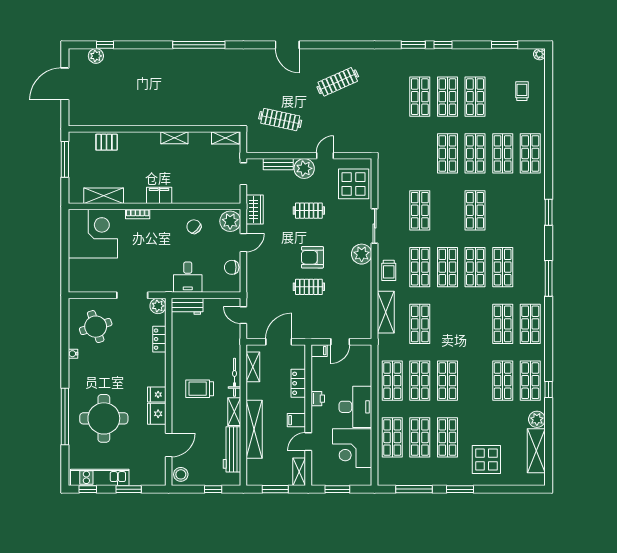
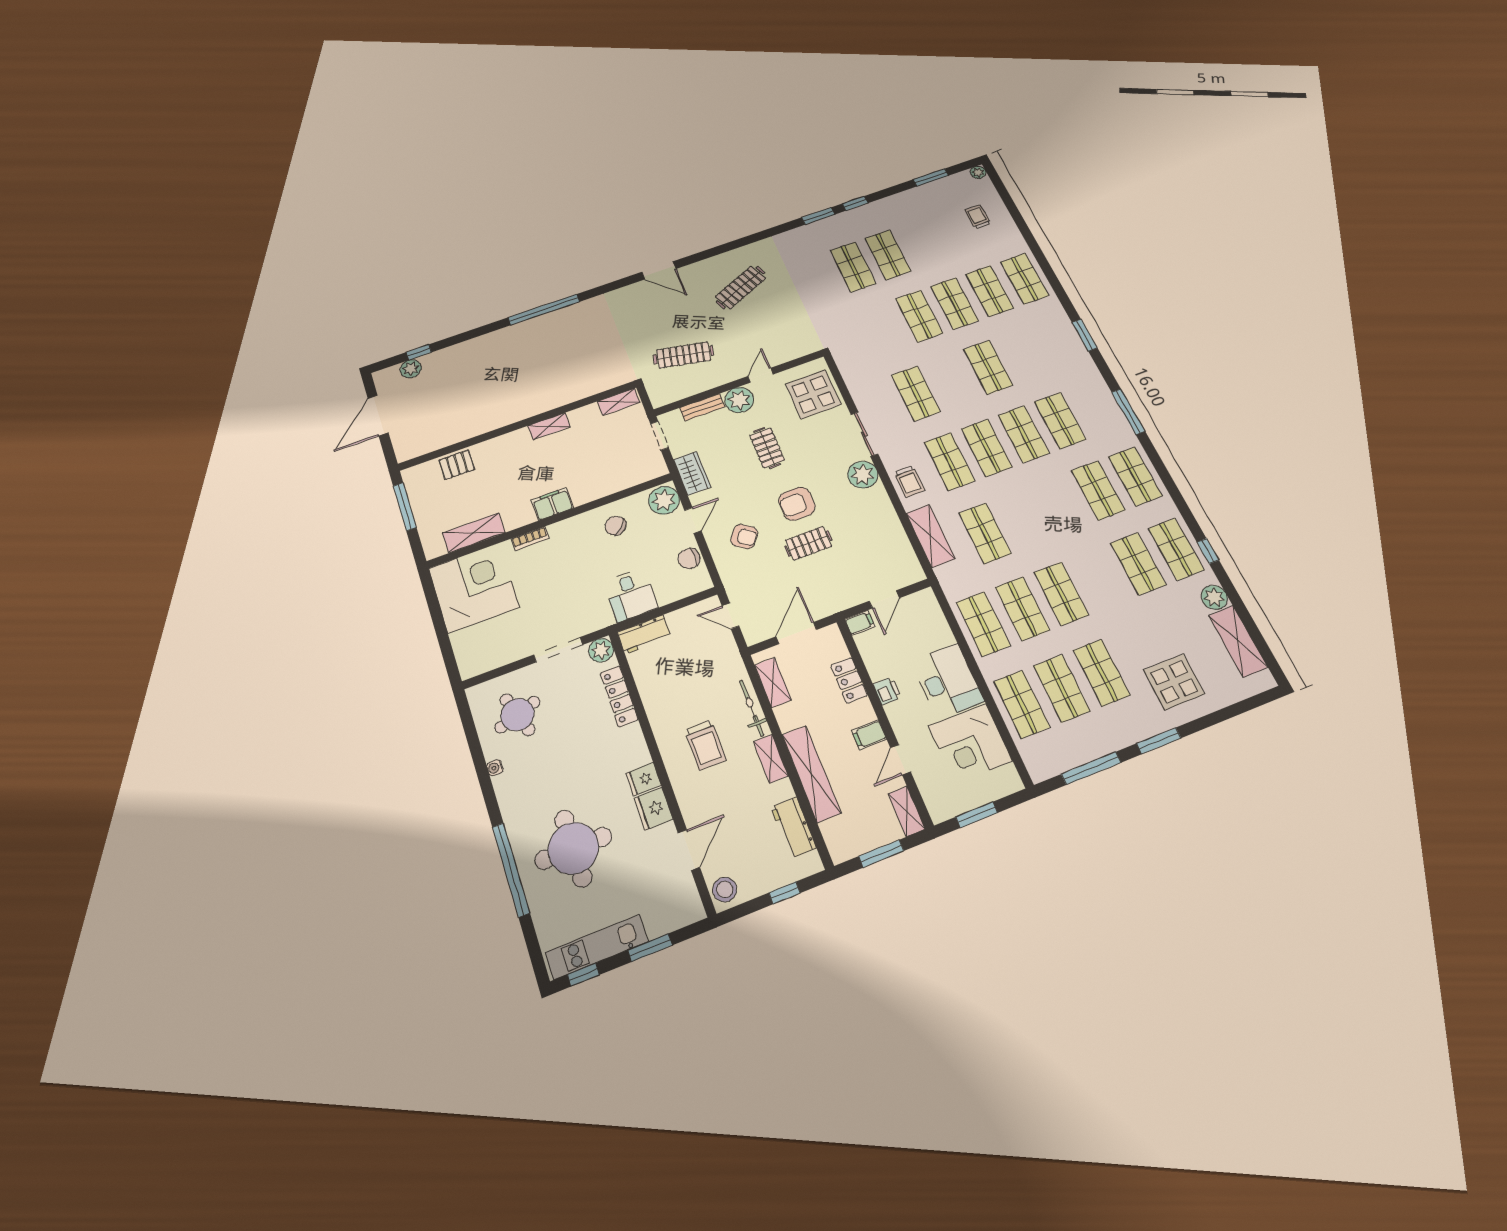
shop shelf: (475, 97) -> (922, 243), removed
clothes rail: (309, 211) -> (767, 448), turned 90
armchair: (271, 266) -> (744, 536), added
locker: (159, 339) -> (619, 696), width x1.53
trolley: (200, 389) -> (705, 745), turned -90
workbench: (232, 449) -> (793, 827), width x0.73

